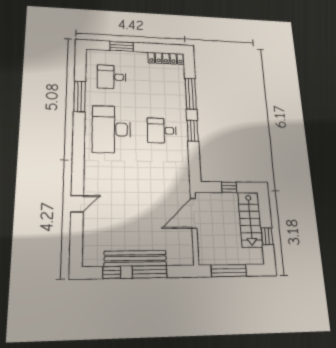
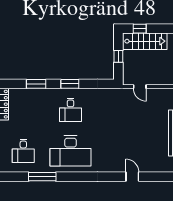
window: (191, 94) -> (36, 84), width x0.69
door: (194, 213) -> (140, 87), width x0.53
window: (267, 236) -> (140, 29), moved

